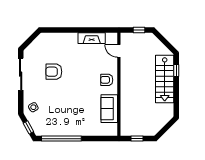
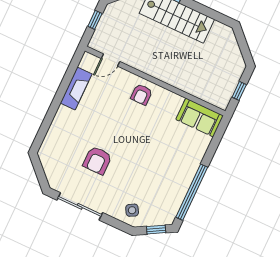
sofa: (109, 109) -> (200, 118), moved

